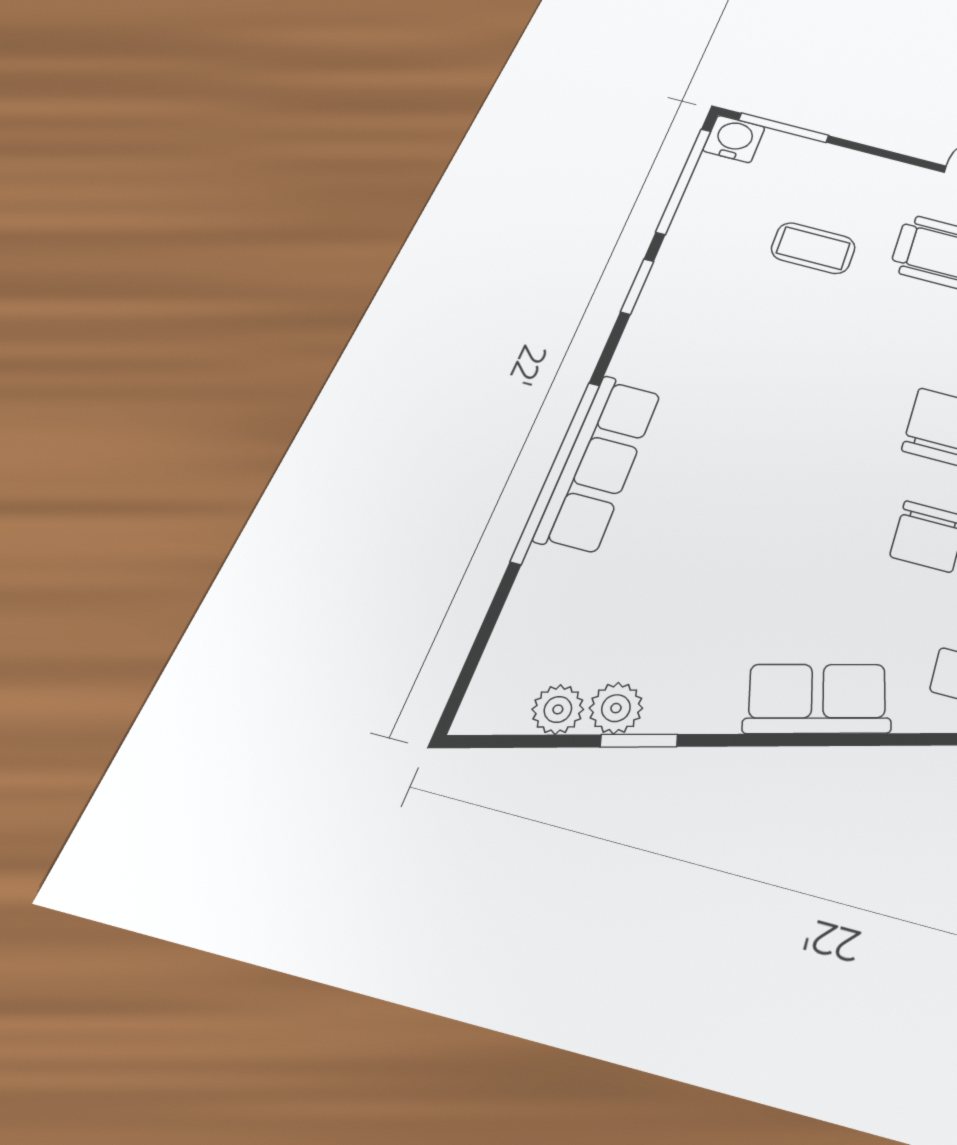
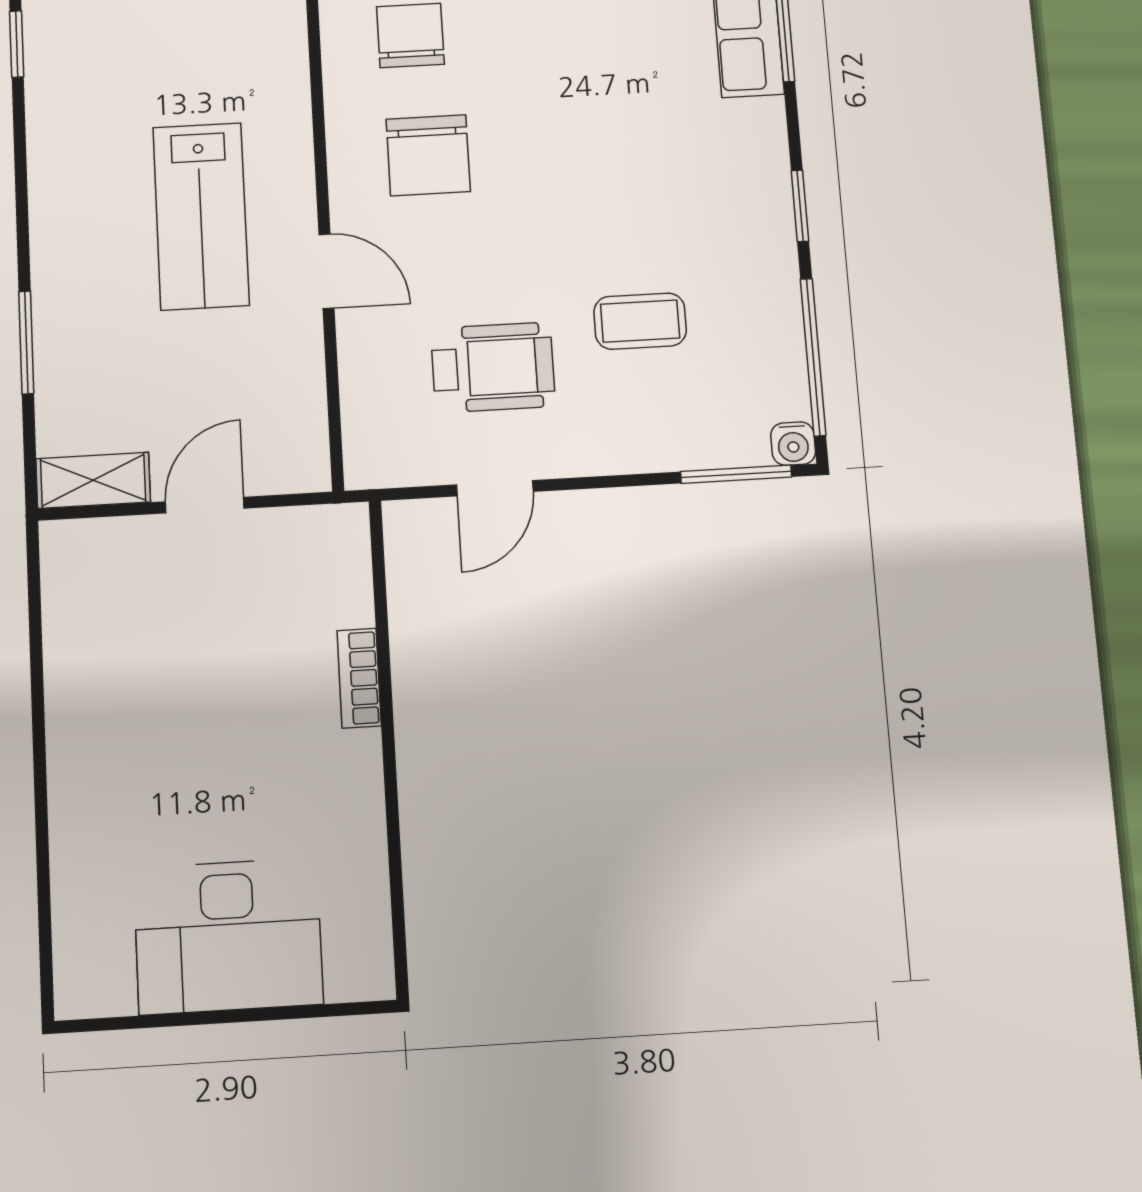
water cooler: (734, 139) -> (793, 444), width x0.72, depth x0.72

